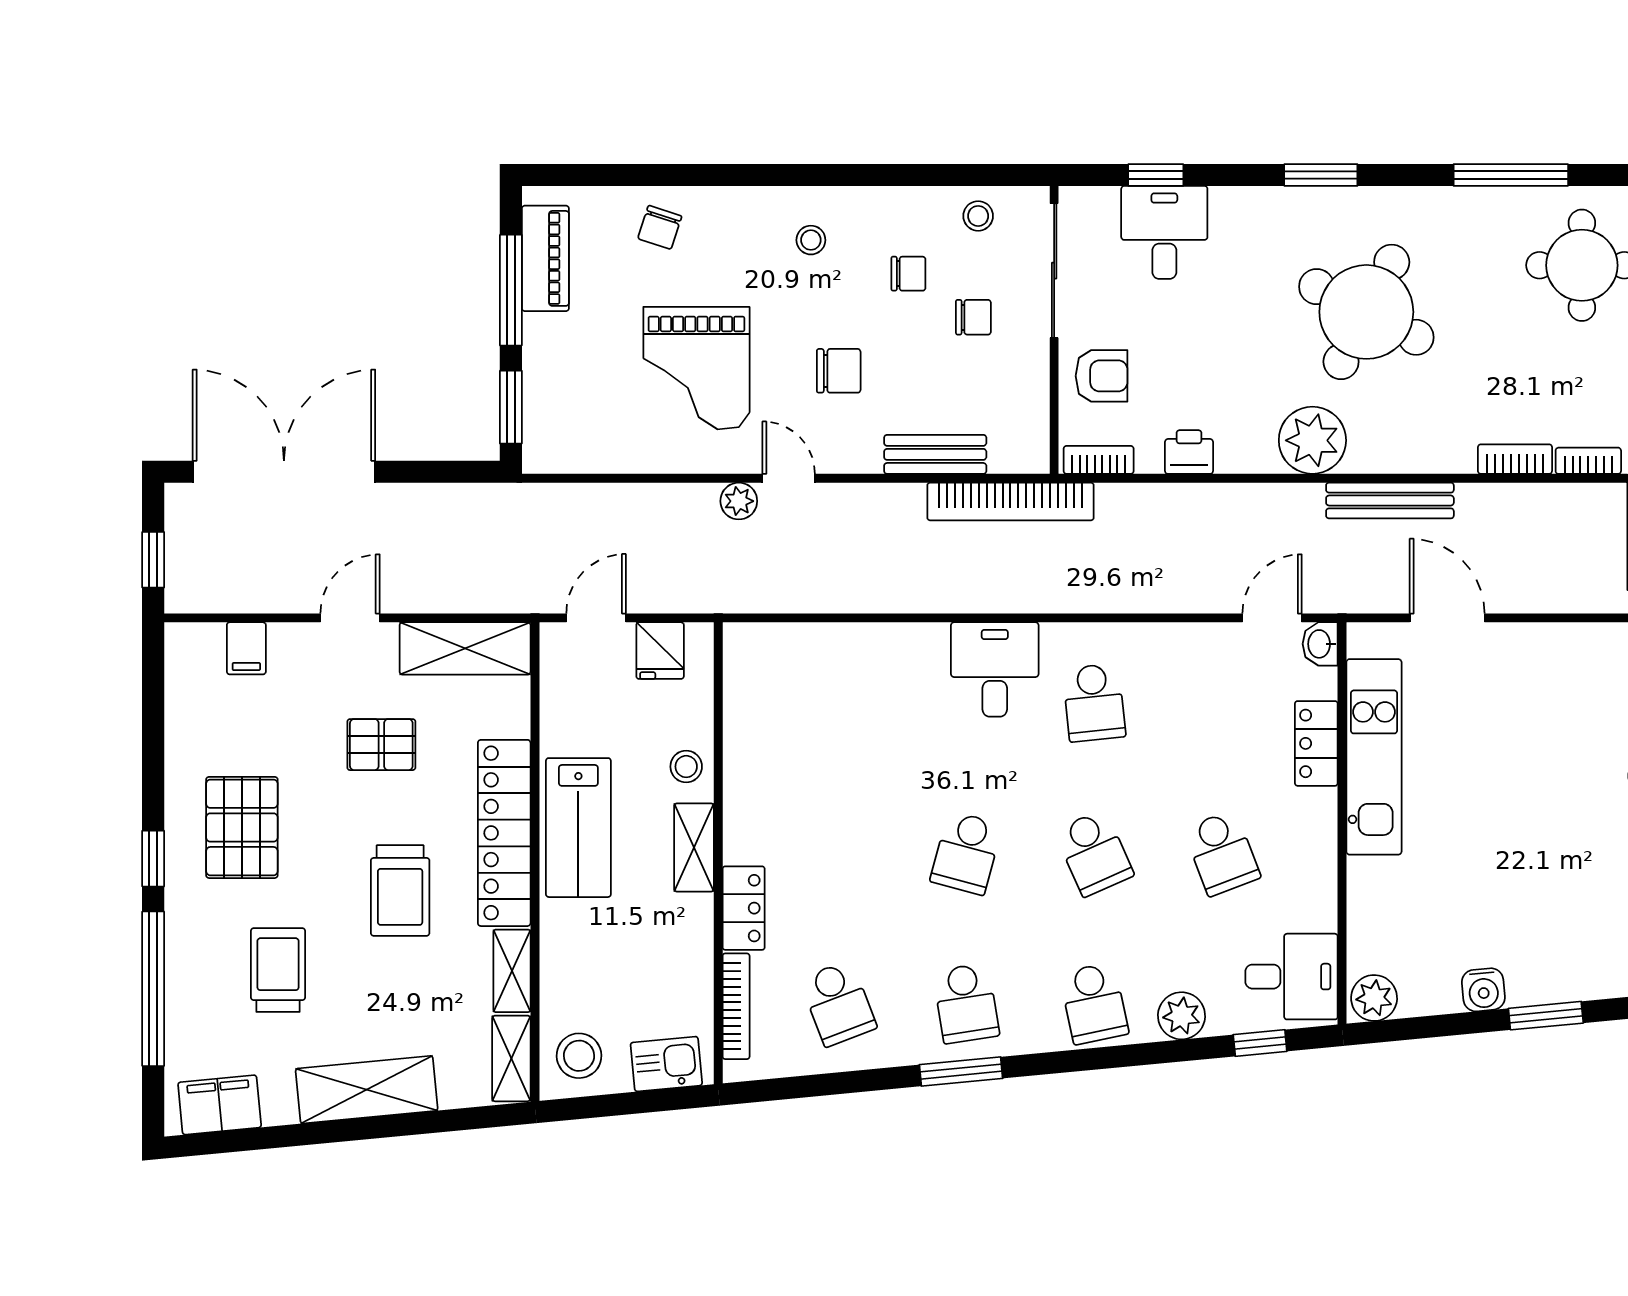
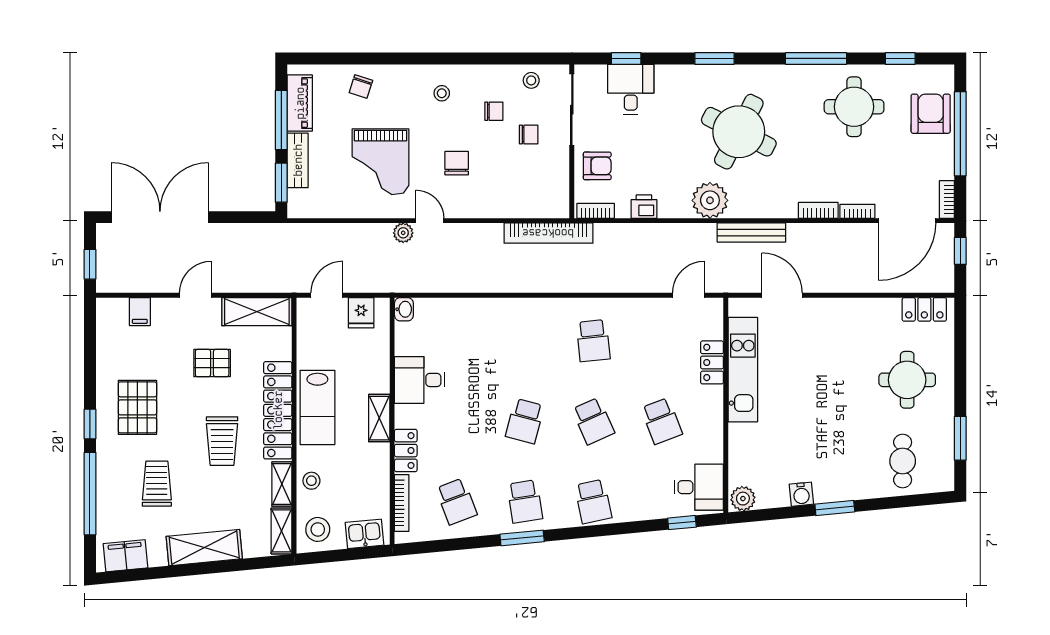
chair: (839, 371) -> (457, 163), turned -90
bench: (935, 454) -> (298, 160), moved, turned 90
washbasin: (1320, 644) -> (404, 309), moved, turned 180
desk: (995, 669) -> (420, 380), moved, turned -90
stool: (686, 767) -> (311, 481), moved
plant: (1182, 1016) -> (640, 508), removed

